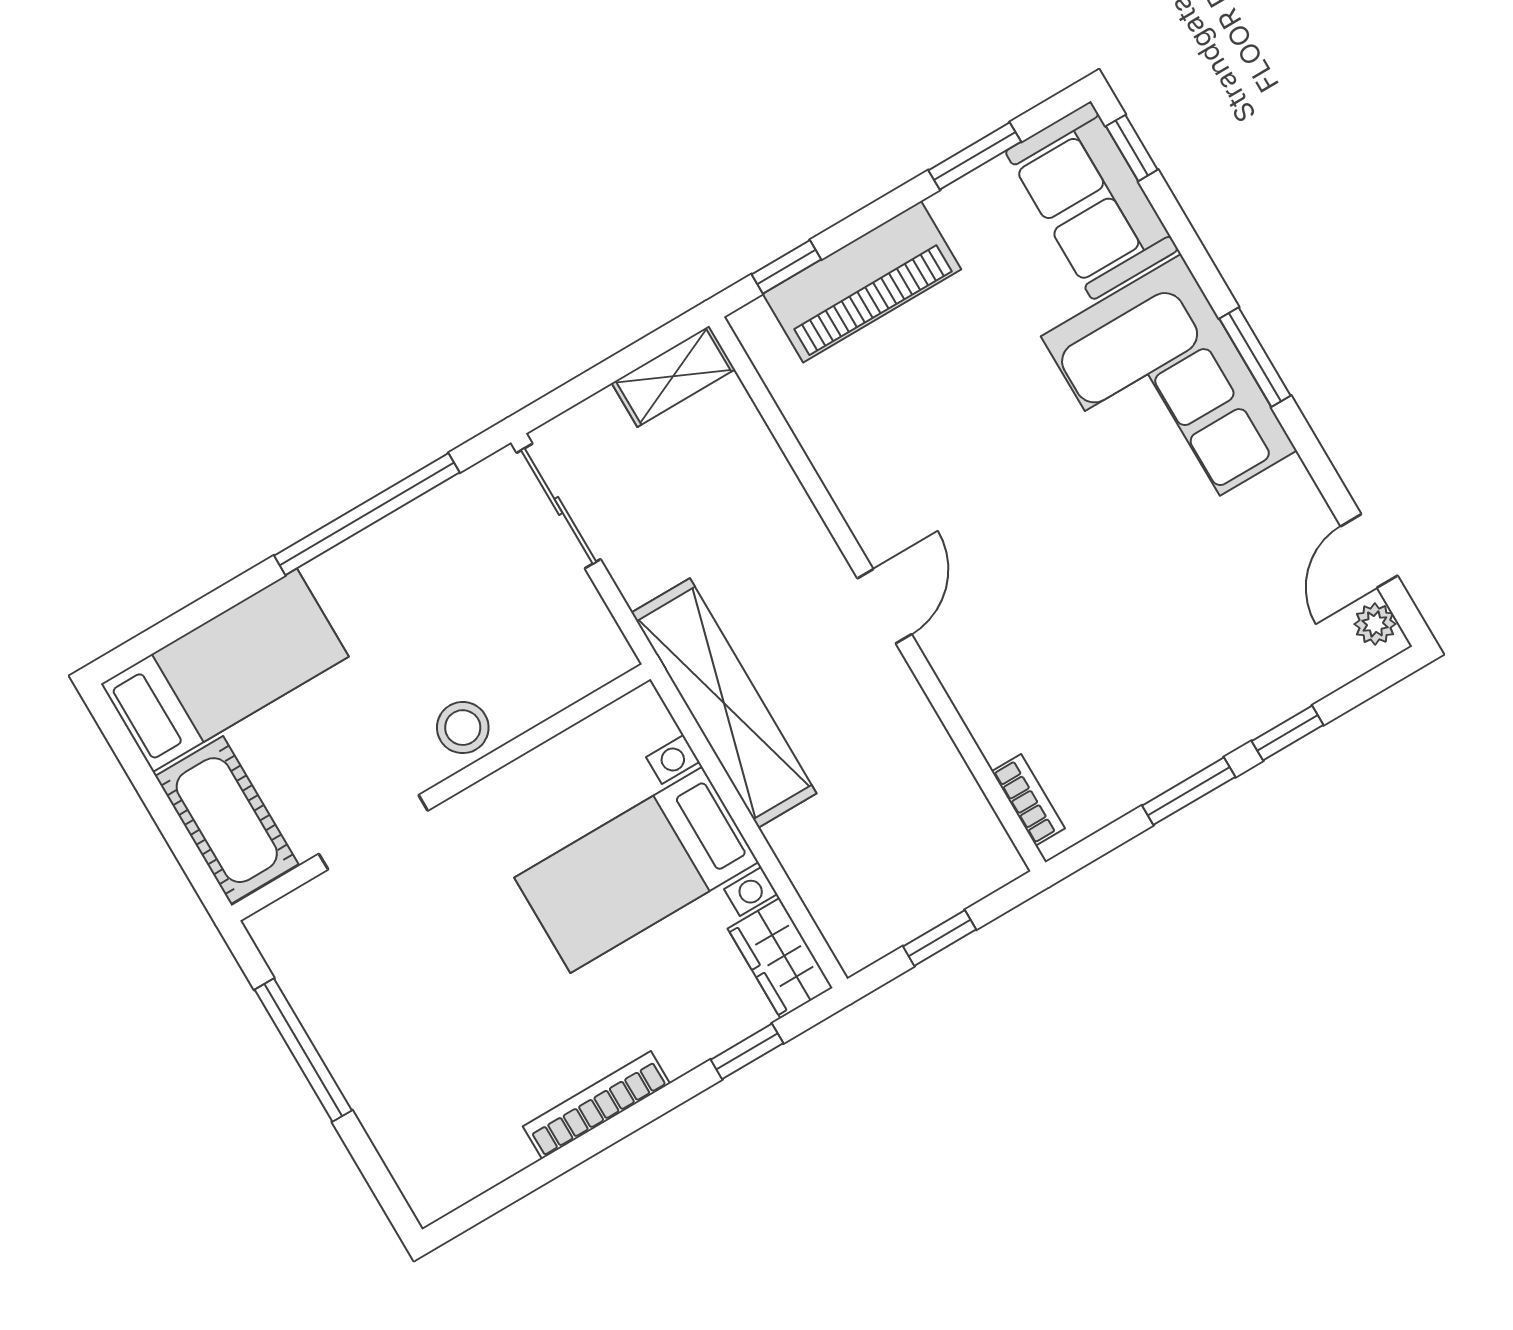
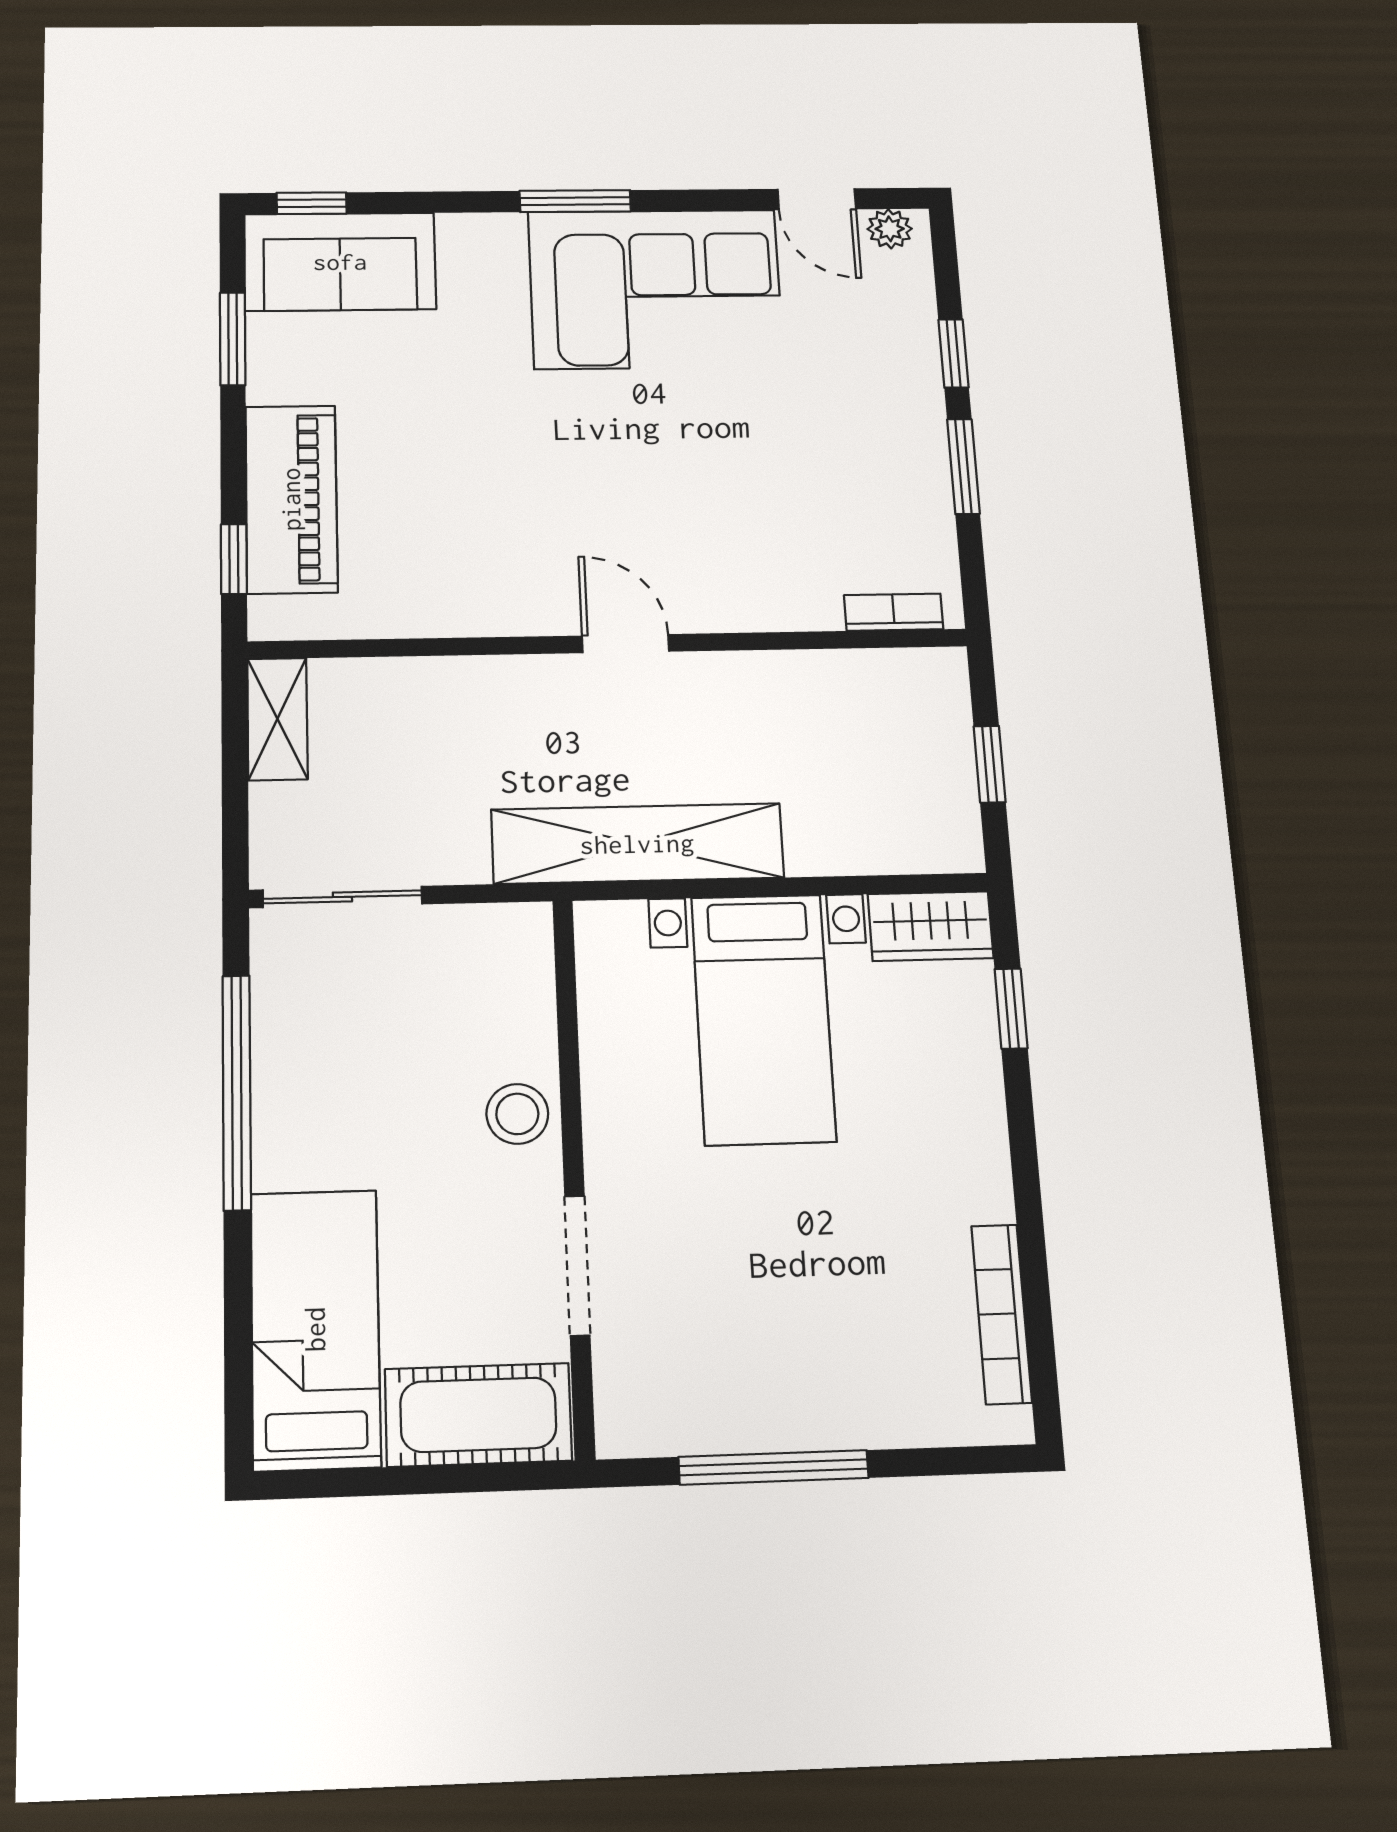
corner sofa: (1169, 393) -> (655, 289), moved
bookcase: (596, 1105) -> (1001, 1314), moved

